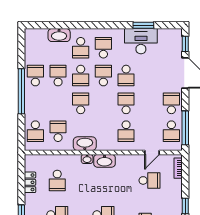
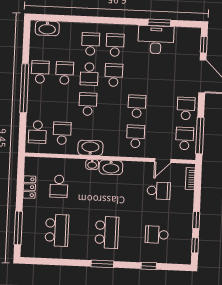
washbasin: (59, 35) -> (47, 28), moved
school desk: (81, 48) -> (90, 44), turned 180
school desk: (126, 76) -> (138, 76), removed
school desk: (126, 131) -> (136, 136), turned 180
school desk: (171, 131) -> (185, 138), turned 180

